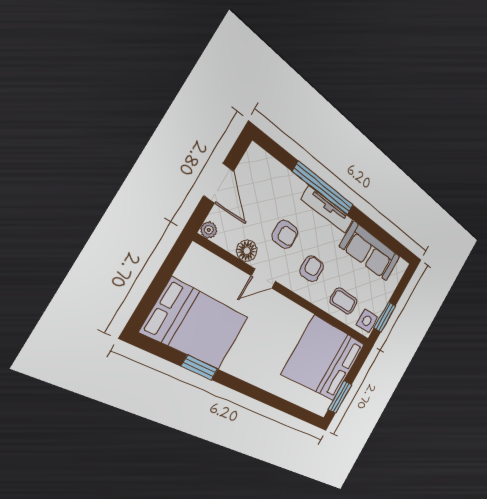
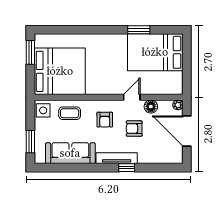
door: (219, 183) -> (187, 131), width x1.36
window: (324, 189) -> (127, 168), width x0.32
window: (385, 317) -> (30, 142), moved

